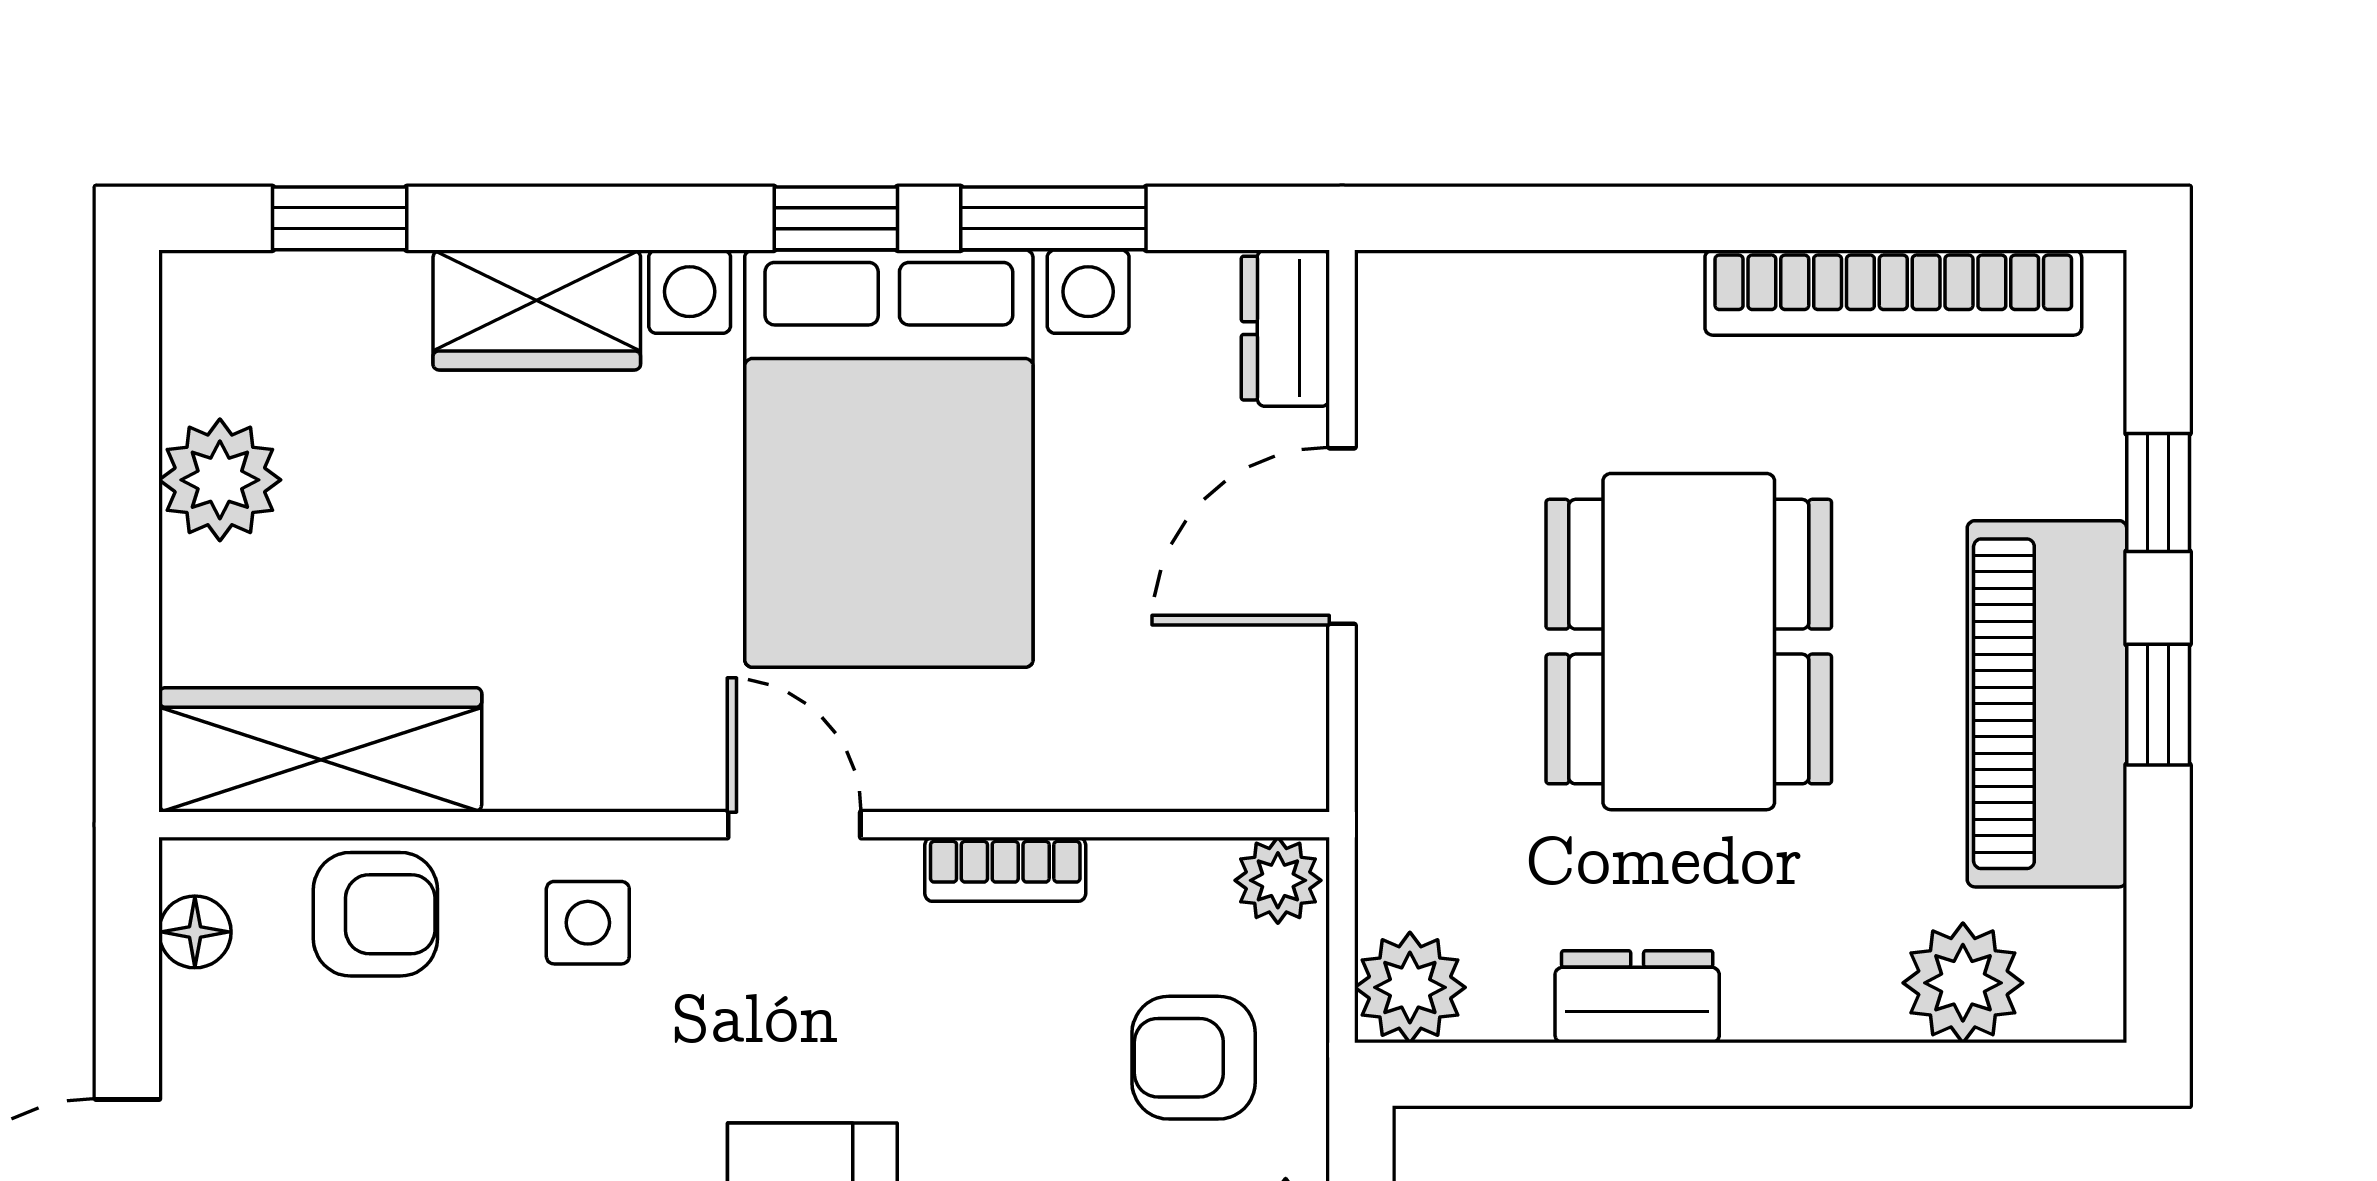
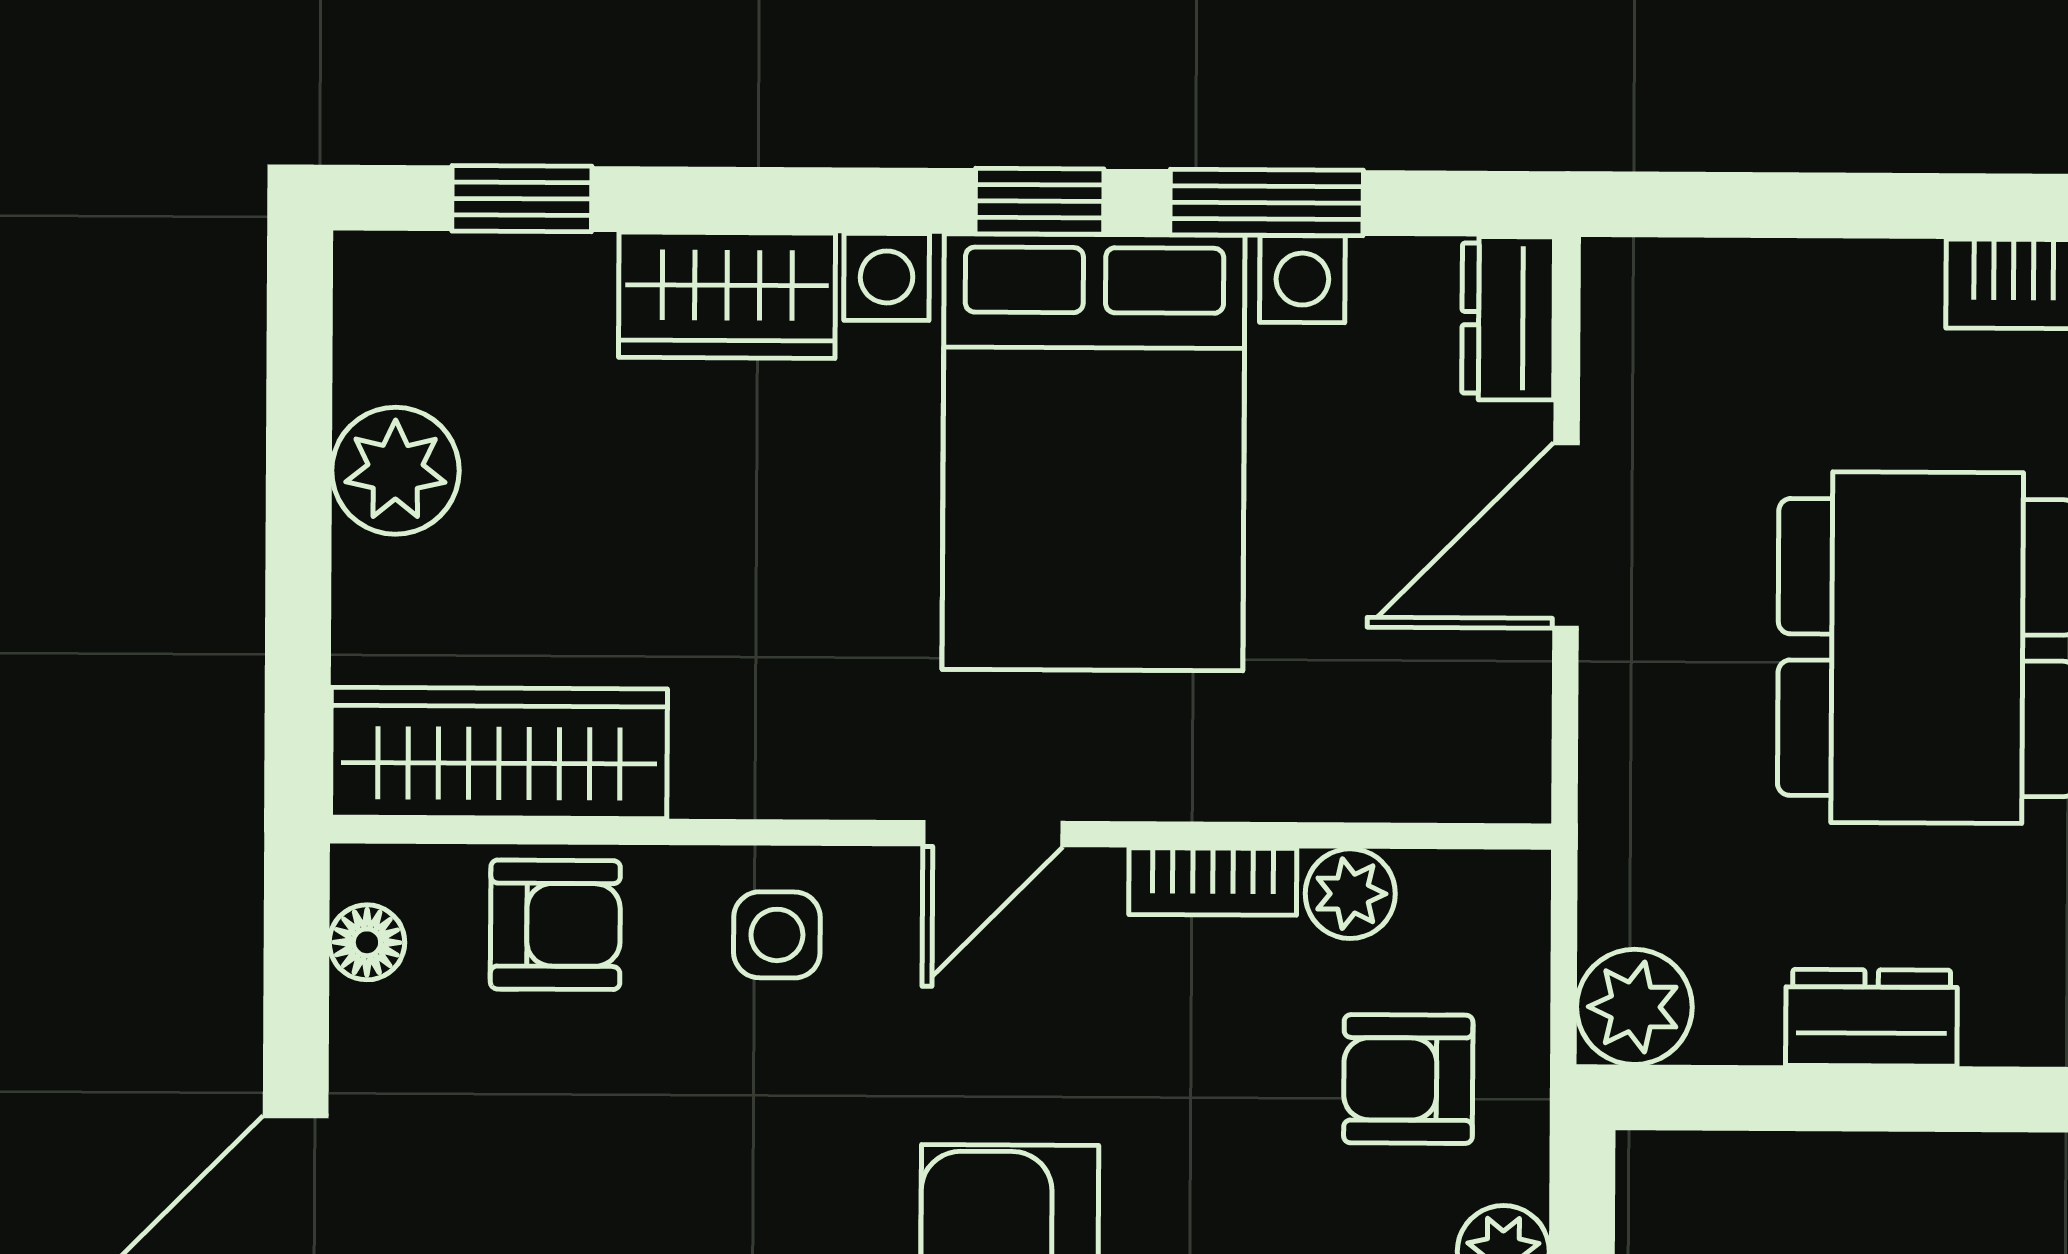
door: (794, 825) -> (993, 834), swing flipped
plant: (1278, 880) -> (1350, 894), moved

